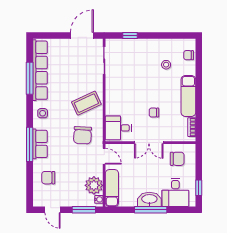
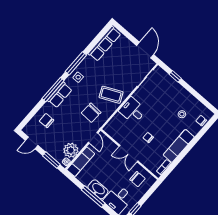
door: (82, 36) -> (145, 50), hinge flipped
row of seats: (40, 70) -> (104, 44), width x0.73
window: (30, 78) -> (76, 63), moved
desk: (118, 128) -> (132, 110), moved
door: (53, 210) -> (32, 143), hinge flipped

